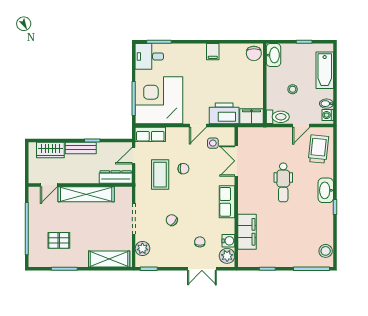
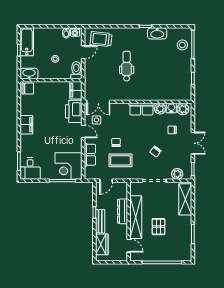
filing cabinet: (213, 52) -> (26, 125), width x2.00
bathtub: (325, 70) -> (27, 42), moved, turned -90
corner desk: (159, 100) -> (68, 166), width x0.74, depth x0.74
door: (301, 126) -> (83, 52), hinge flipped
row of seats: (150, 134) -> (90, 155), moved
door: (134, 156) -> (106, 181), hinge flipped
double door: (236, 161) -> (98, 102), moved
dresser: (116, 177) -> (122, 211), moved
dental chair: (283, 182) -> (127, 66), turned -90
washbasin: (326, 190) -> (157, 33), moved
plant: (228, 226) -> (160, 109), added
filing cabinet: (247, 232) -> (164, 94), removed
pallet: (59, 240) -> (158, 227), moved
stool: (326, 251) -> (182, 45), moved
double door: (202, 269) -> (193, 143), moved

